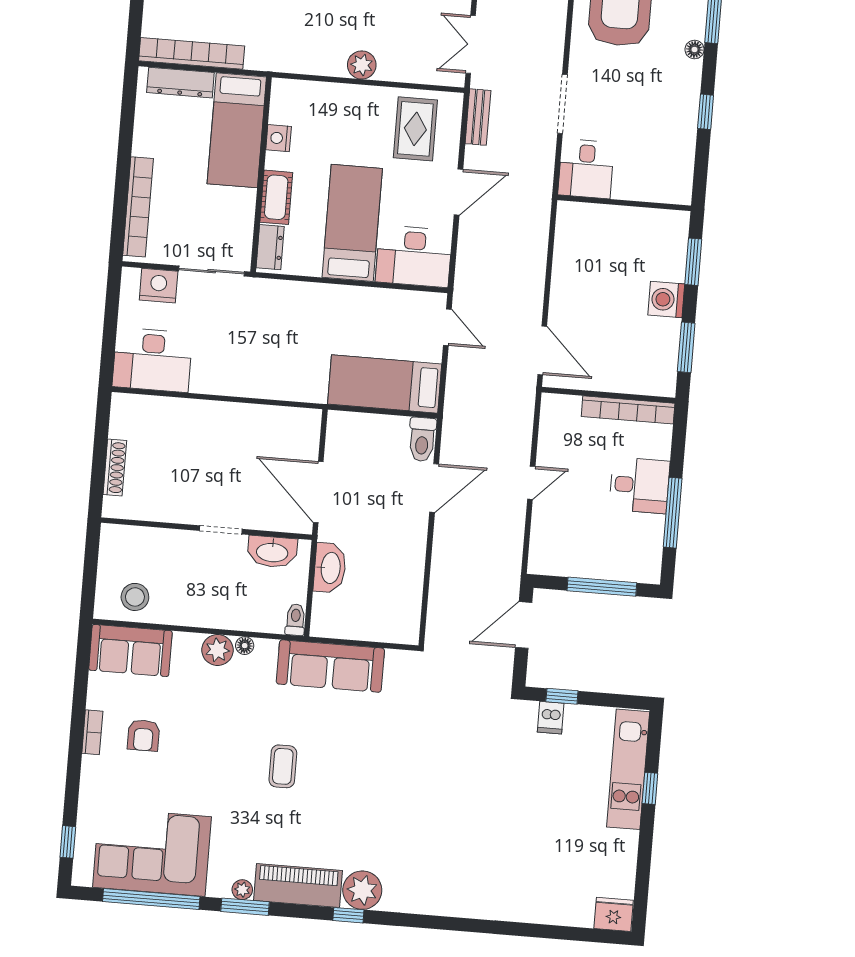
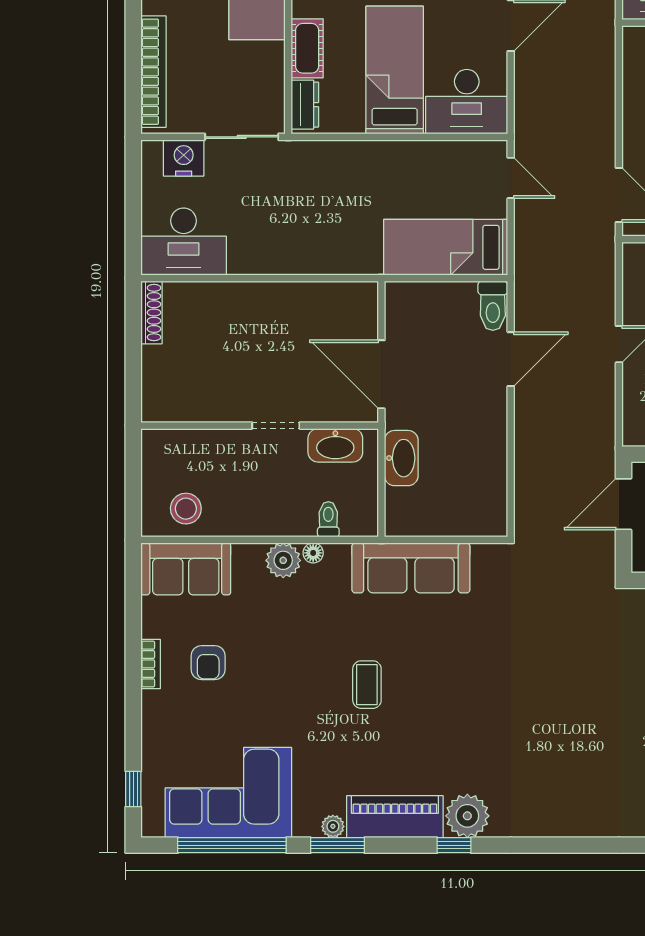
shoe rack: (115, 467) -> (151, 313), moved
toilet: (295, 620) -> (328, 519), moved

